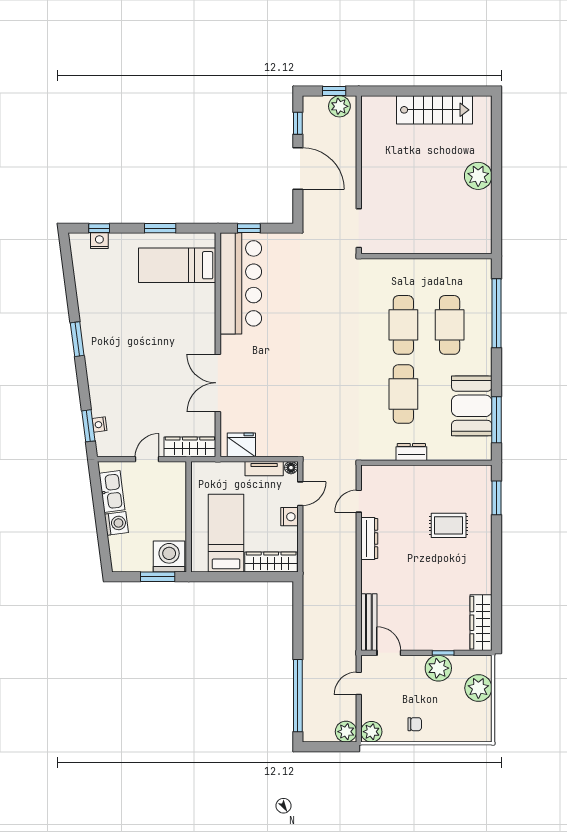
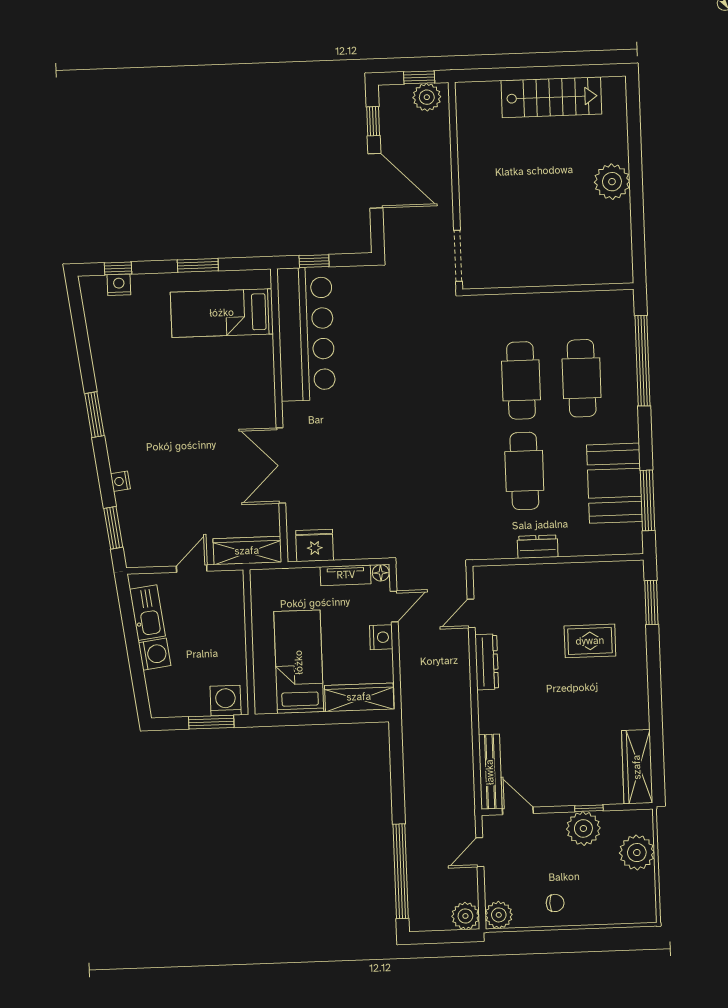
nightstand: (99, 425) -> (120, 481), moved
washing machine: (169, 556) -> (226, 701), width x0.73, depth x0.73

